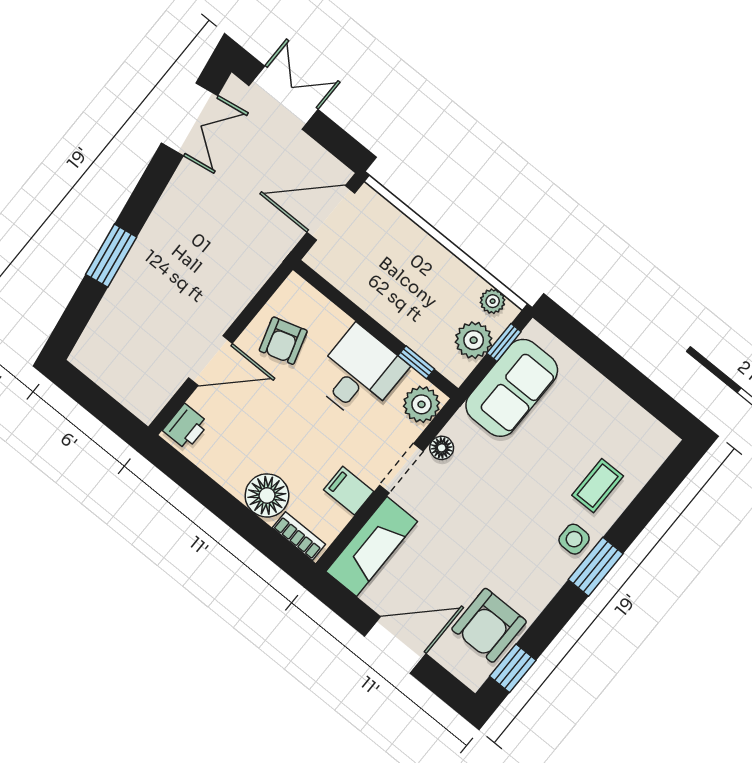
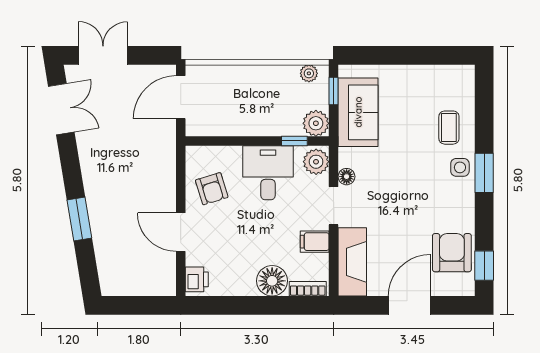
plant: (474, 340) -> (316, 123), moved
door: (210, 361) -> (181, 232), swing flipped
armchair: (489, 625) -> (452, 253), turned 180

